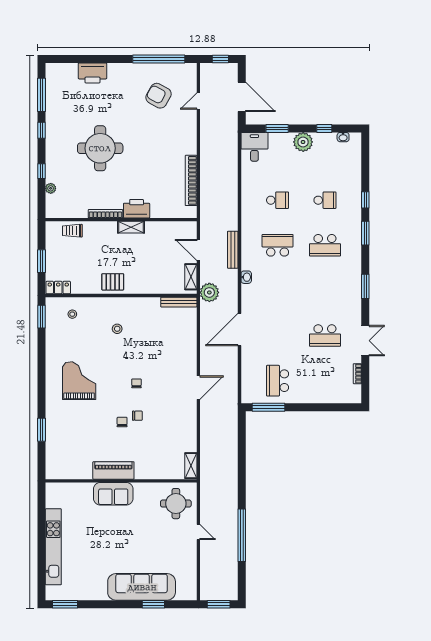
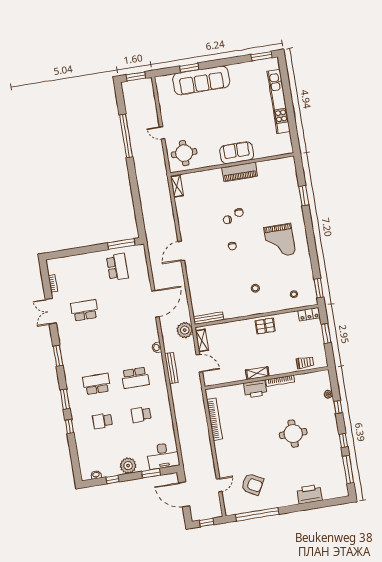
desk: (254, 147) -> (163, 456), width x1.37
round table: (100, 148) -> (293, 434), width x0.73, depth x0.73

